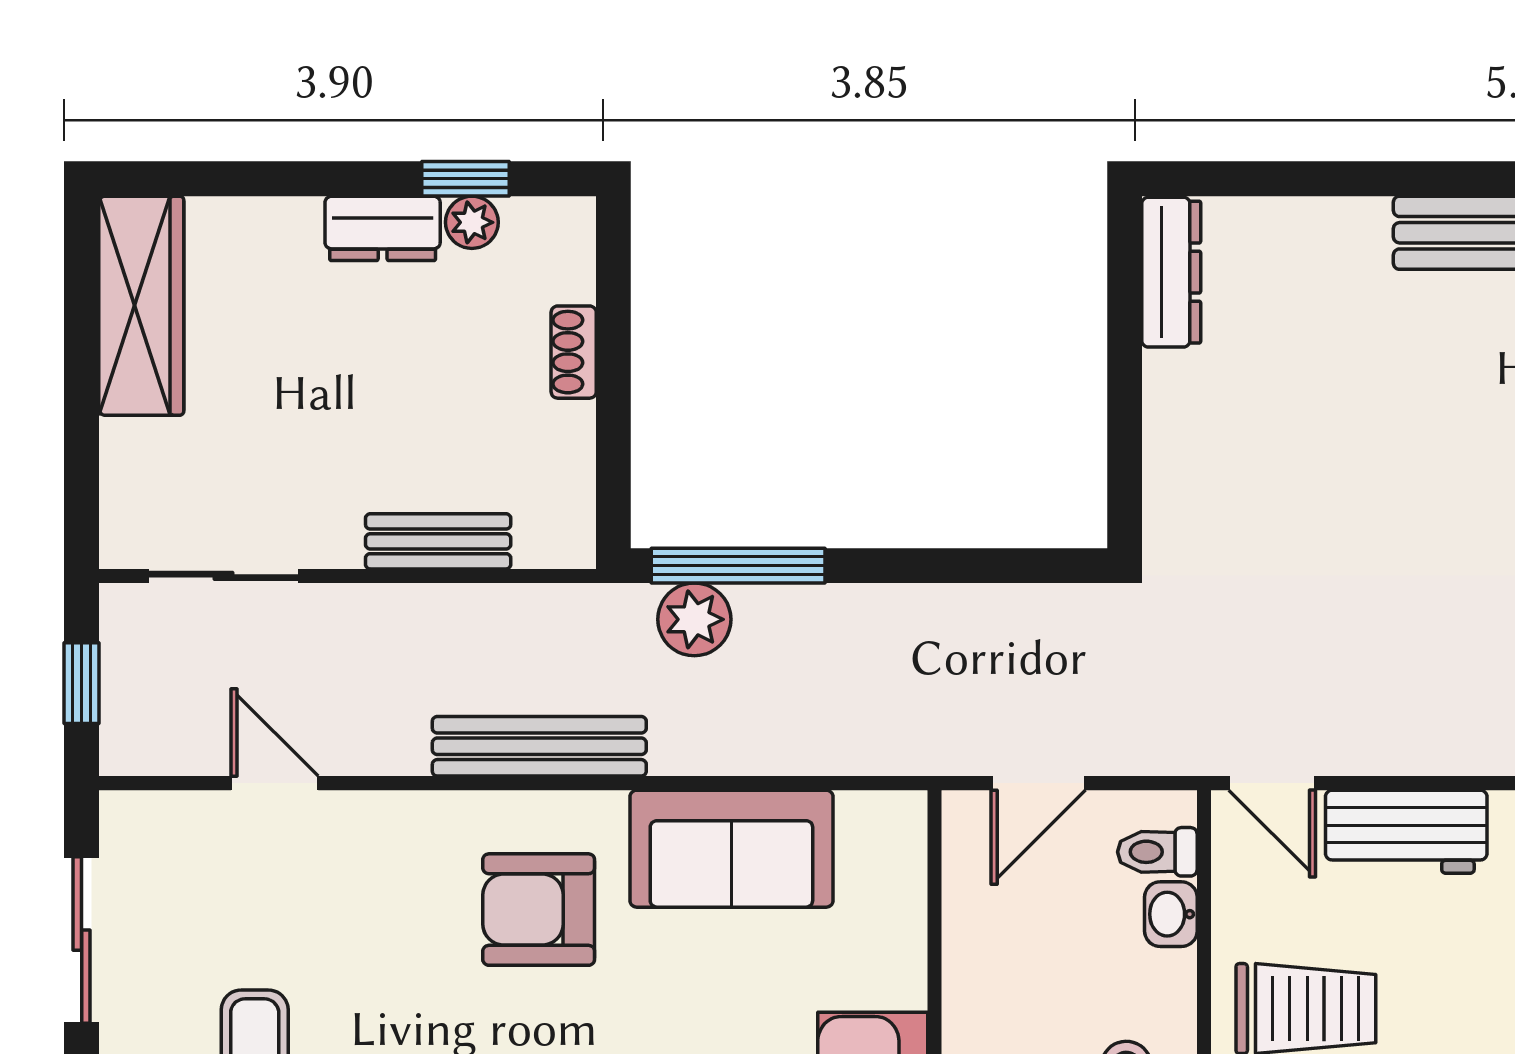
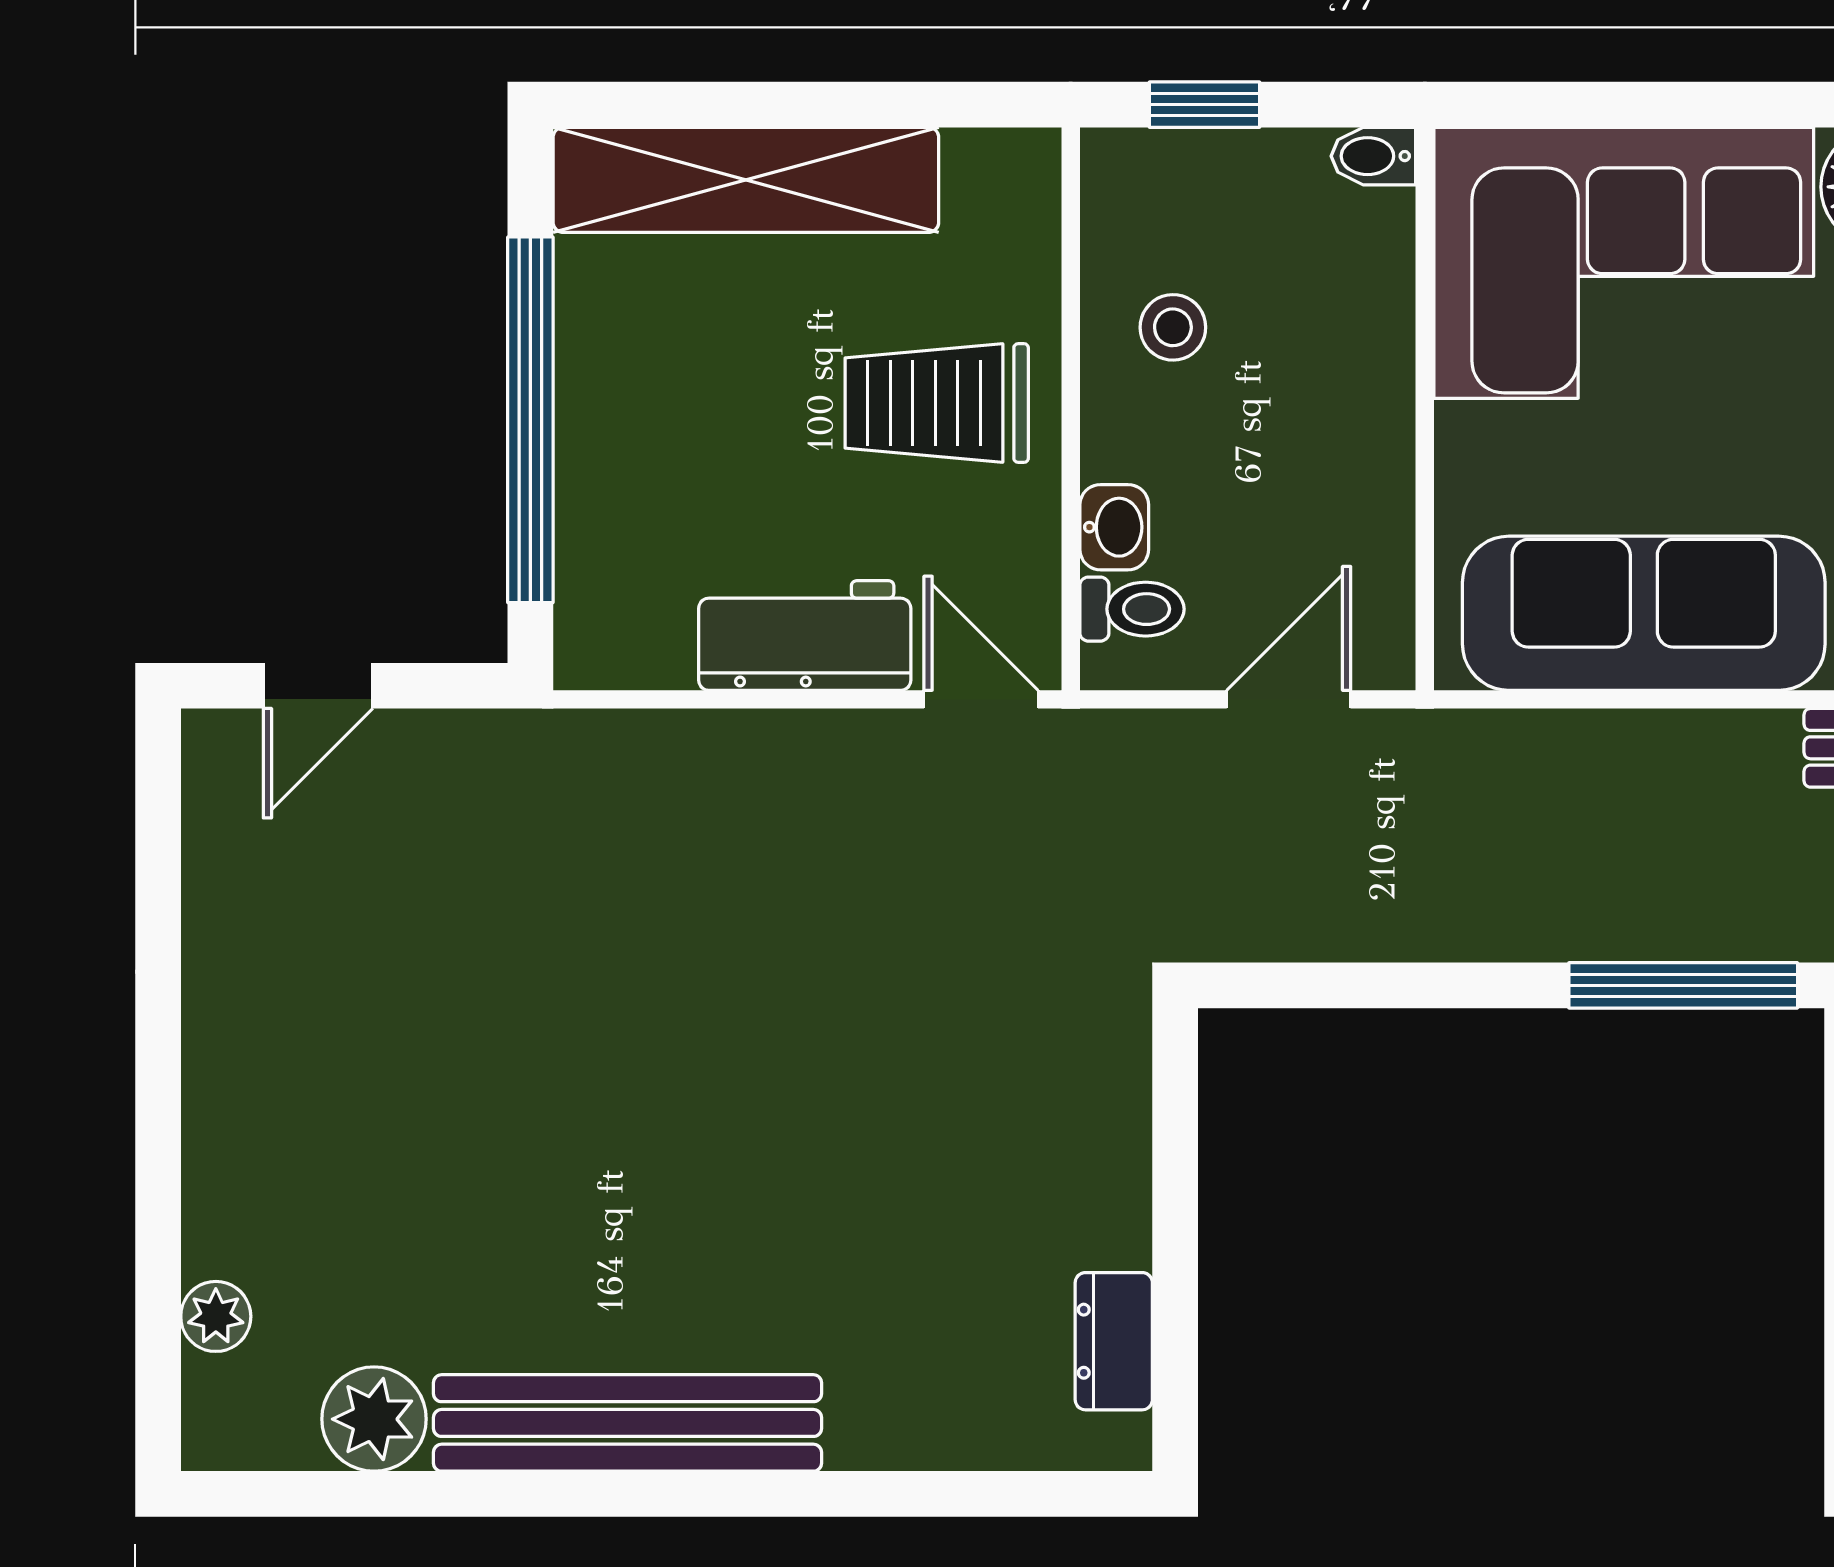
dresser: (1171, 272) -> (1114, 1341), width x0.70
plant: (694, 619) -> (1741, 915), removed
sofa: (731, 849) -> (1644, 613), width x1.36

